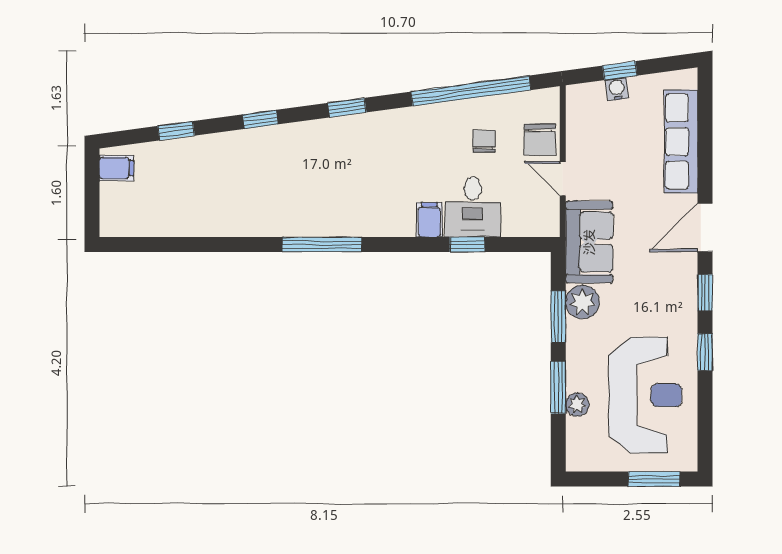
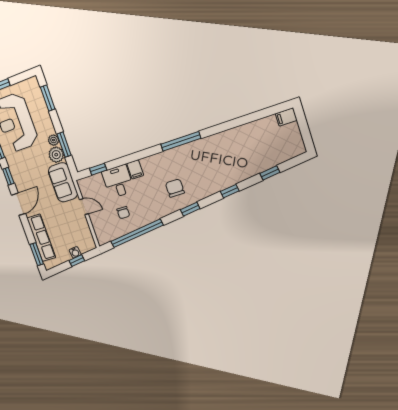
window: (705, 110) -> (37, 254), added
chair: (540, 140) -> (175, 188), moved
filing cabinet: (116, 168) -> (286, 117), moved
window: (467, 244) -> (98, 169), moved
window: (558, 387) -> (48, 98), moved
plant: (577, 405) -> (53, 140), moved

